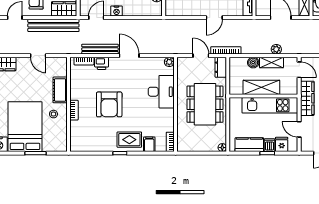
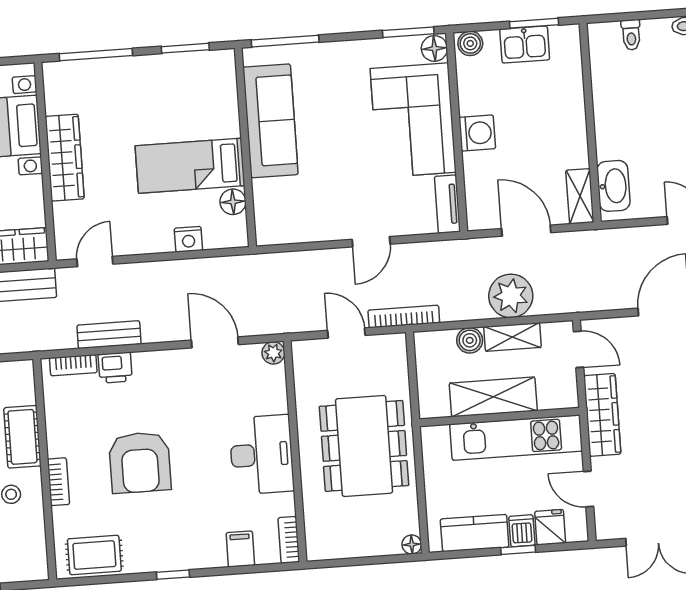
nightstand: (116, 11) -> (188, 239), moved
bench: (100, 49) -> (109, 335), width x0.73
plant: (276, 49) -> (511, 296), width x1.87, depth x1.87
door: (129, 56) -> (215, 342), moved
dresser: (221, 67) -> (395, 357), removed
desk: (161, 92) -> (262, 455), moved
rug: (129, 140) -> (94, 555), moved

